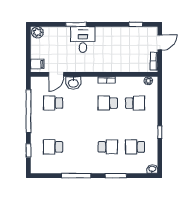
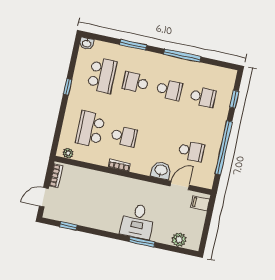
plant: (37, 32) -> (179, 240), moved
school desk: (135, 103) -> (90, 129), width x1.85
school desk: (80, 147) -> (169, 90), added
school desk: (135, 147) -> (102, 75), width x1.85

